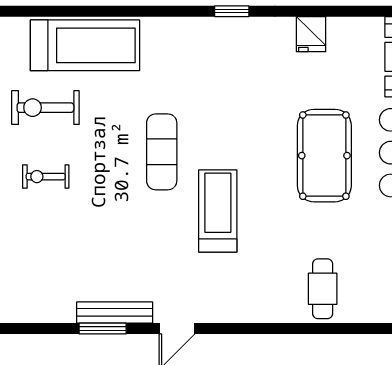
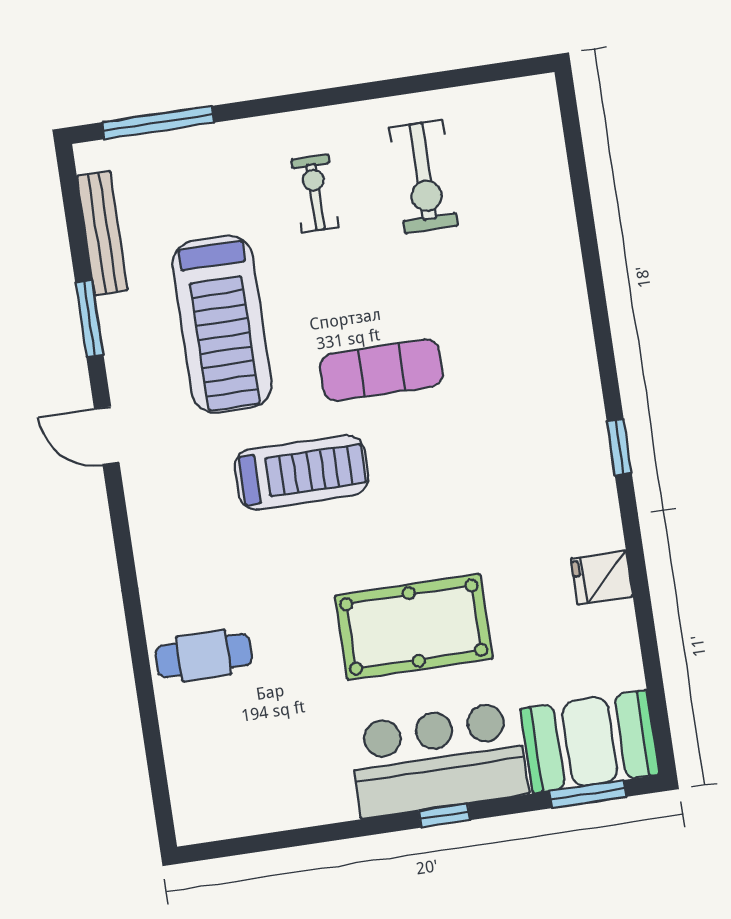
treadmill: (85, 45) -> (222, 324), moved
exercise bike: (45, 108) -> (424, 177), turned 180
bench: (115, 313) -> (102, 233), moved

